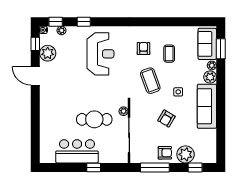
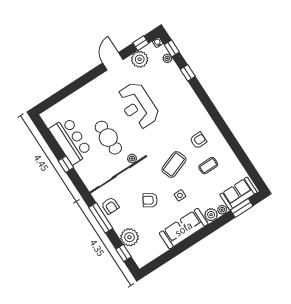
reception desk: (100, 54) -> (138, 106), moved, turned 90
armchair: (165, 153) -> (110, 206), moved

